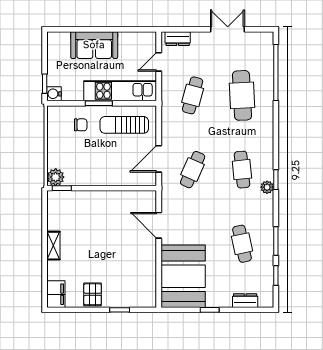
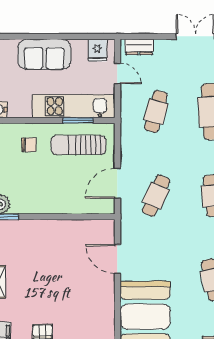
fridge: (141, 41) -> (97, 50), added
door: (159, 62) -> (117, 74), swing flipped
window: (99, 103) -> (78, 120), moved

